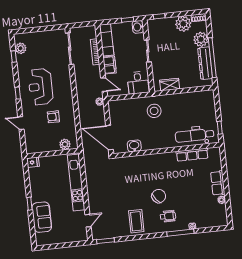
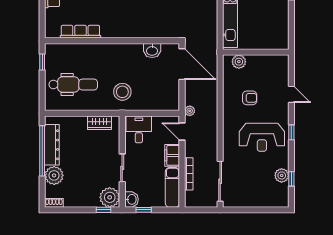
plant: (183, 24) -> (110, 197), moved
plant: (21, 48) -> (282, 175), moved
reception desk: (41, 87) -> (262, 137), turned 90
dental chair: (195, 135) -> (73, 85), moved
fridge: (33, 162) -> (281, 44), removed

